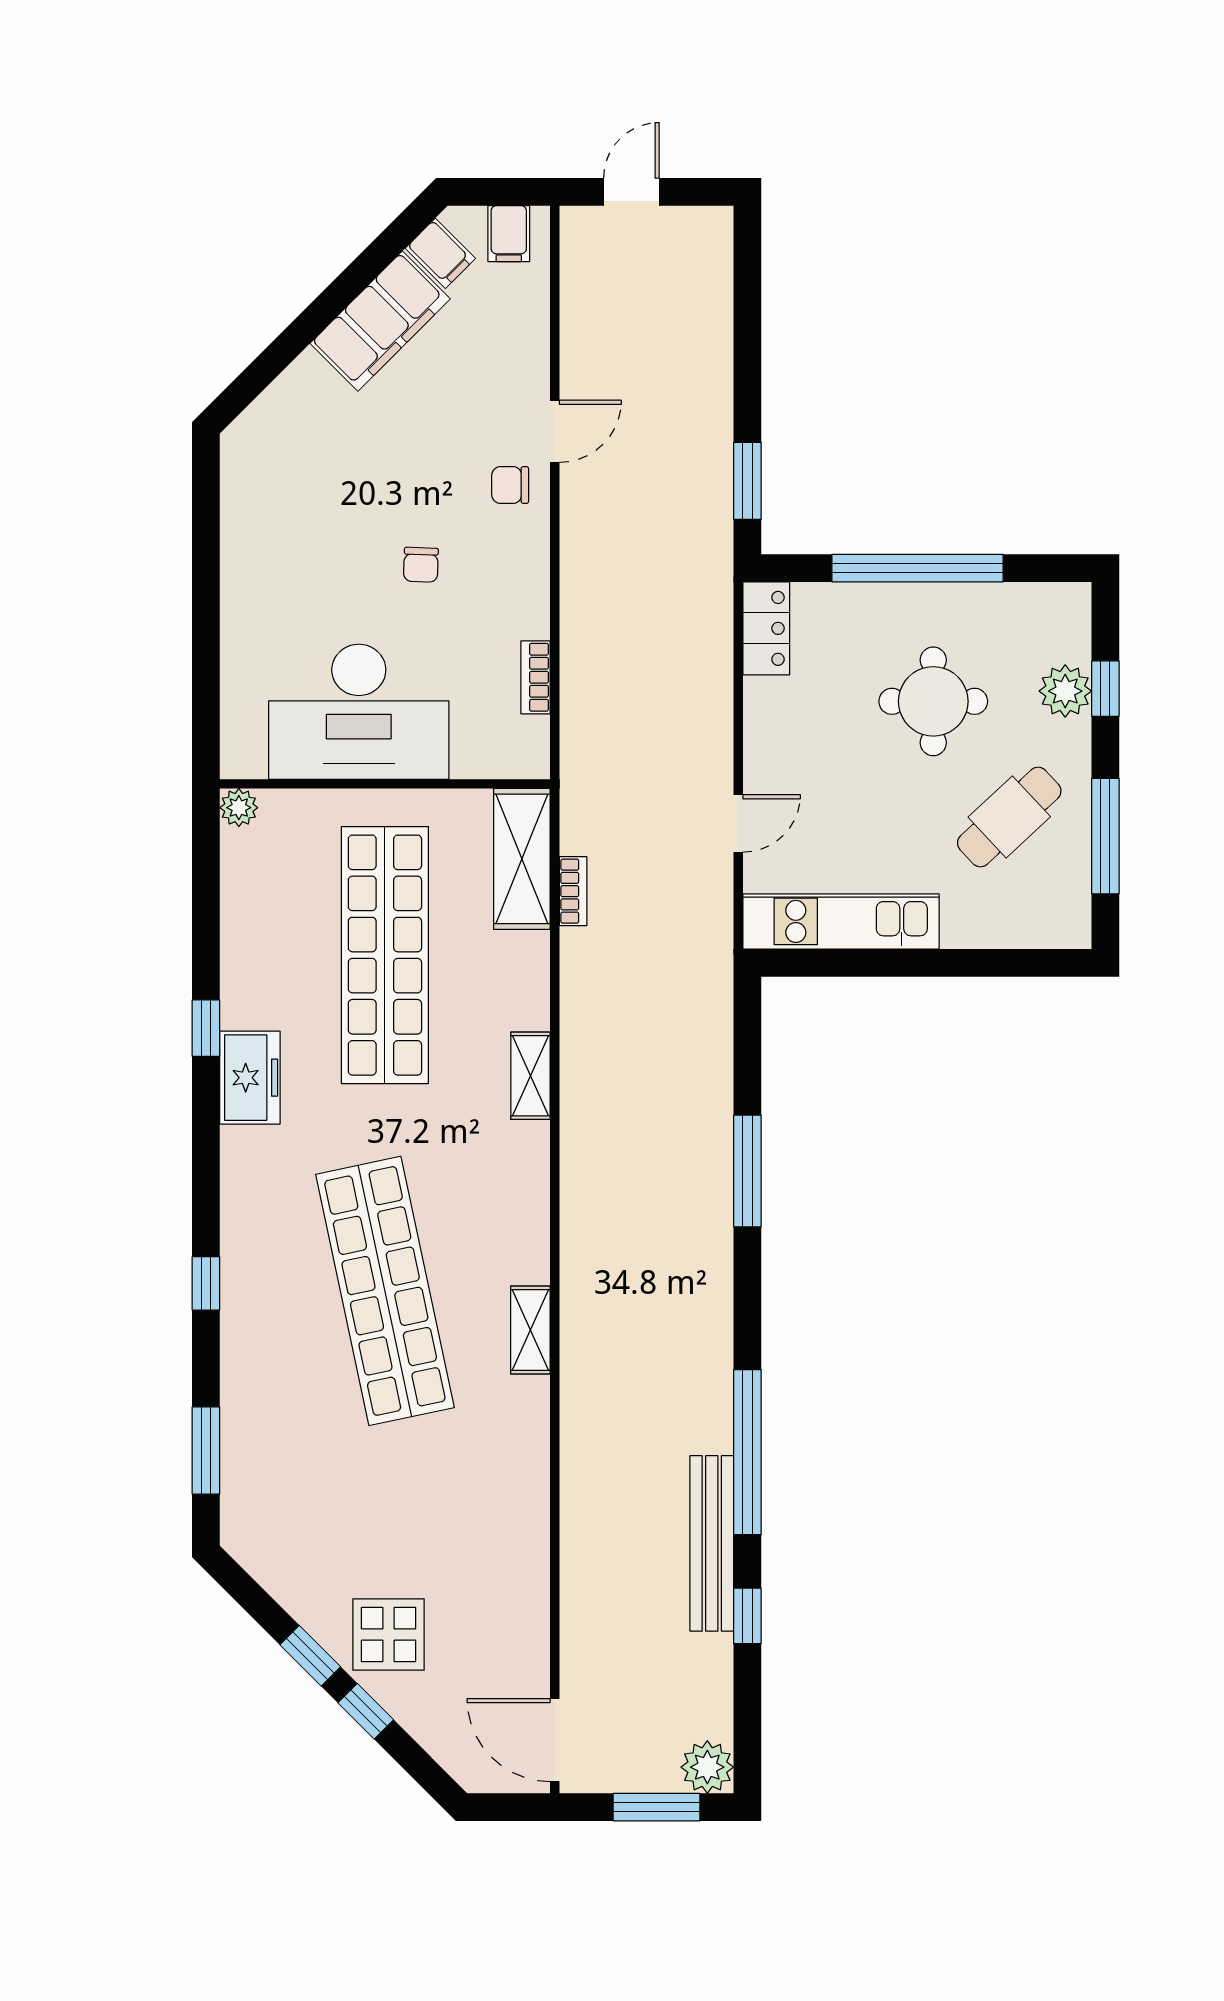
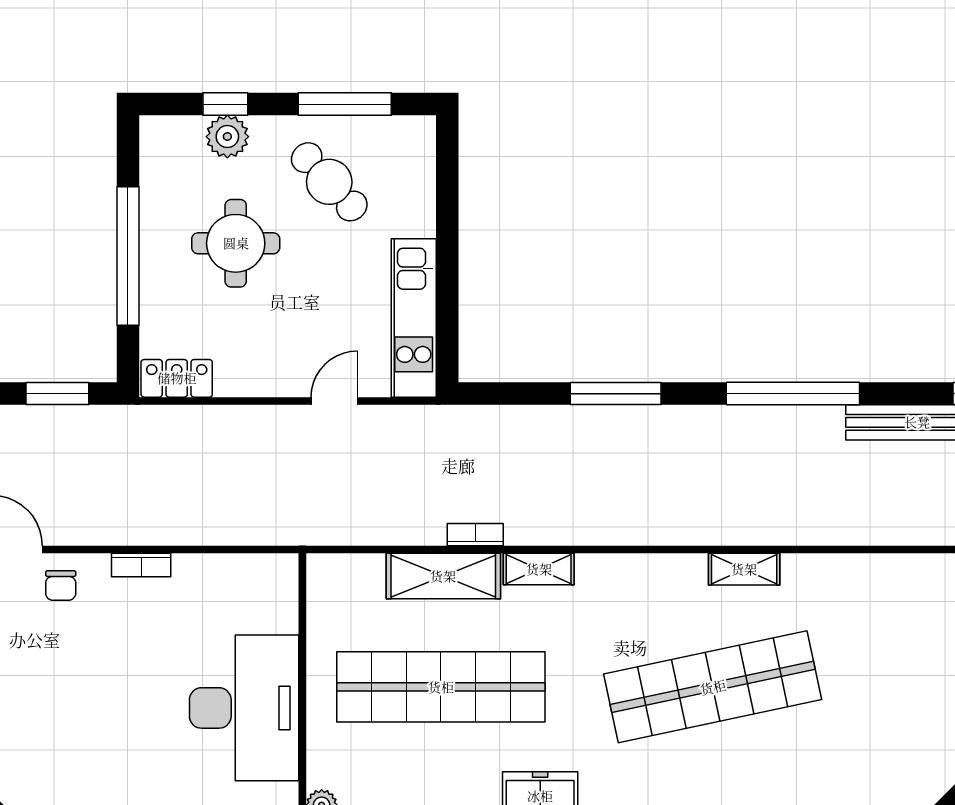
chair: (421, 565) -> (125, 658), removed
bookcase: (536, 677) -> (141, 565), moved
door: (738, 823) -> (334, 401), hinge flipped
shelving: (522, 859) -> (443, 576), moved
bookcase: (573, 891) -> (475, 535), moved
window: (747, 1452) -> (793, 394), moved

